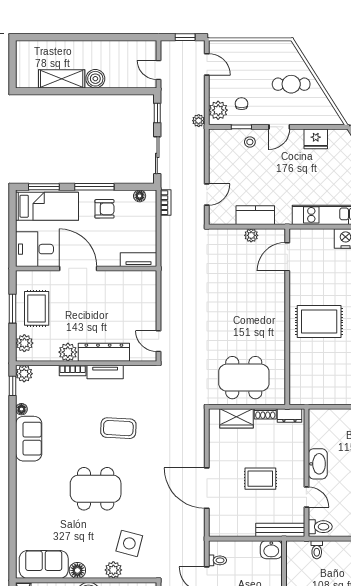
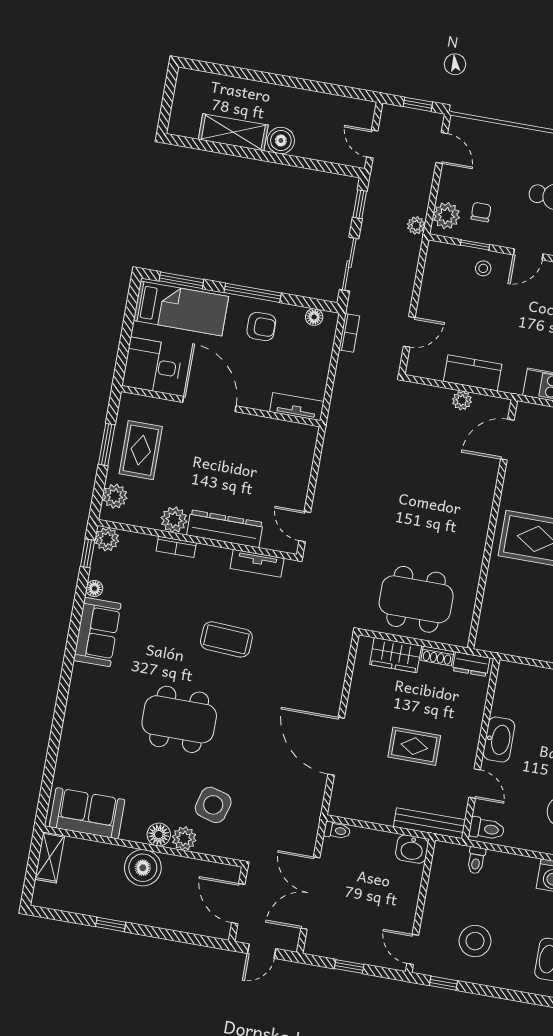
tv unit: (105, 372) -> (257, 563), moved
toilet: (218, 560) -> (337, 830), moved
floor lamp: (77, 570) -> (159, 835), moved

